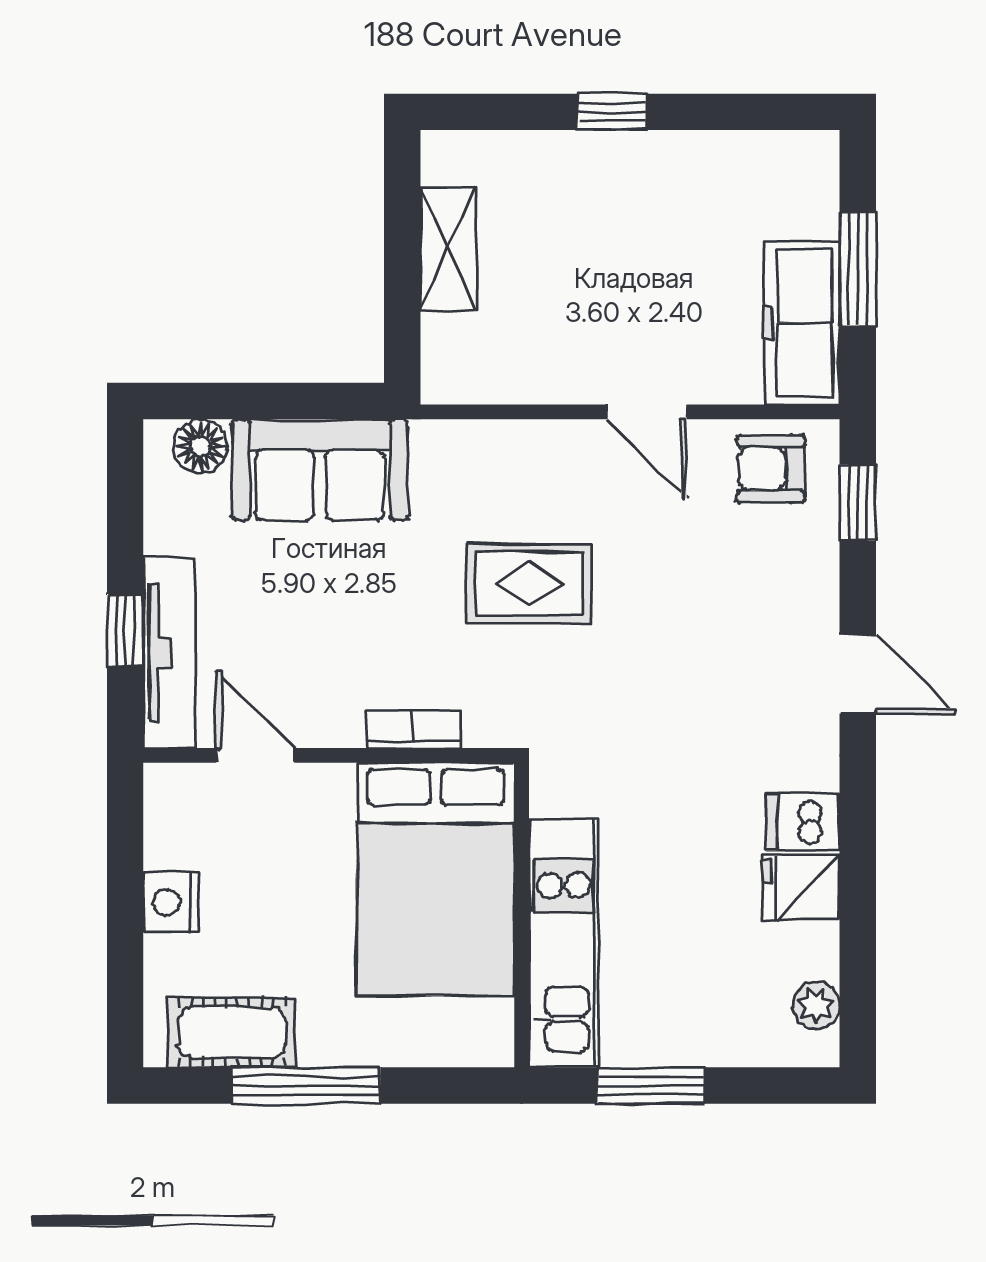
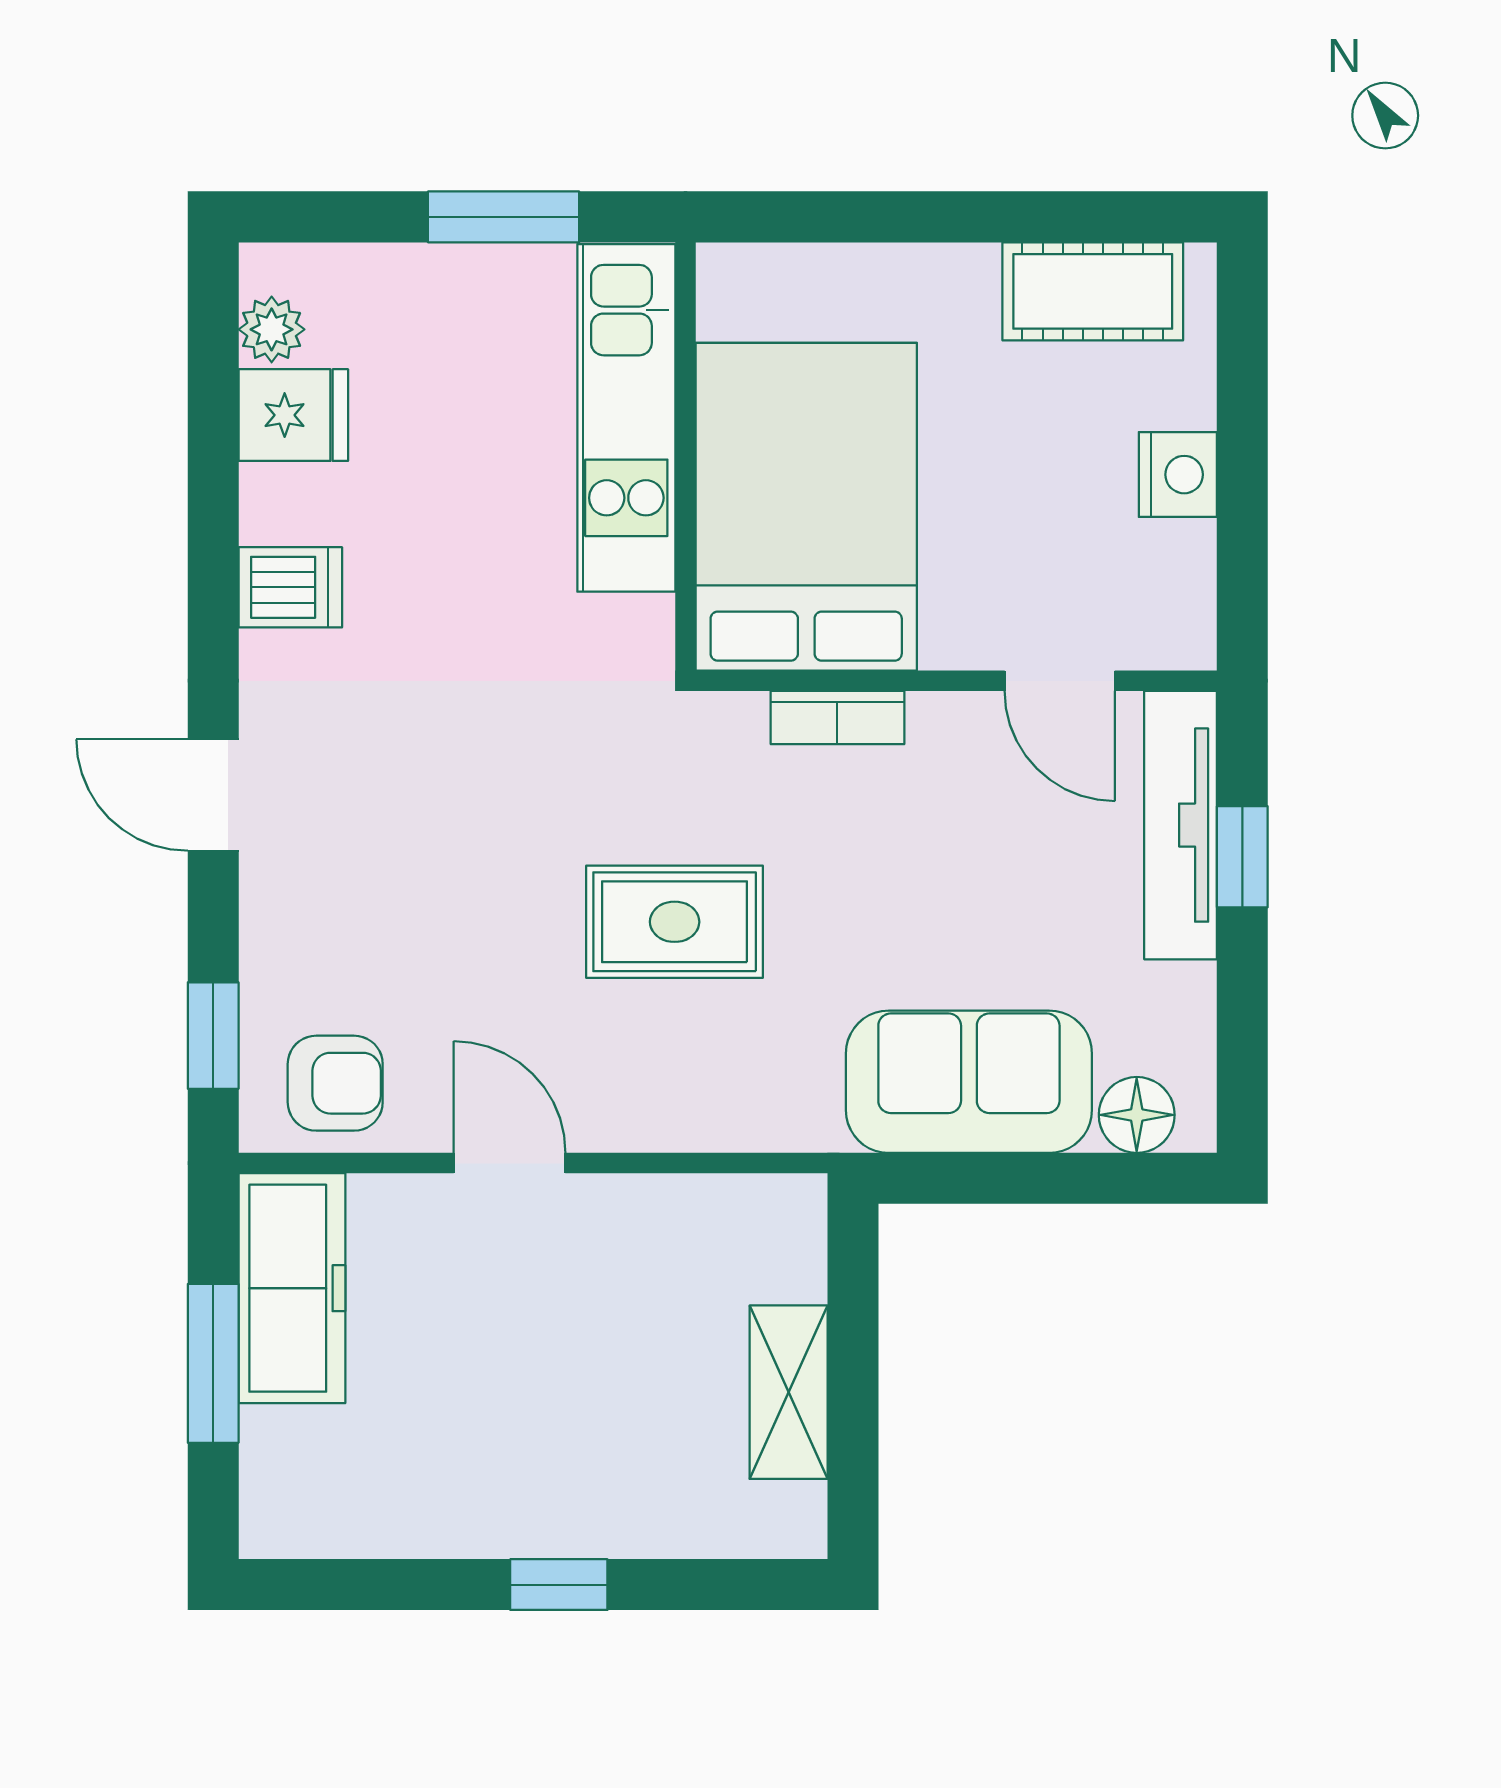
fridge: (801, 888) -> (293, 415), moved
window: (306, 1085) -> (989, 217), removed

